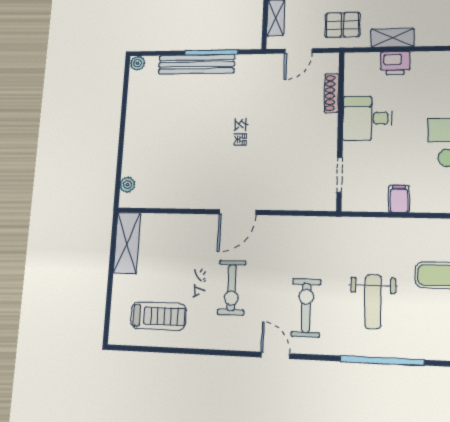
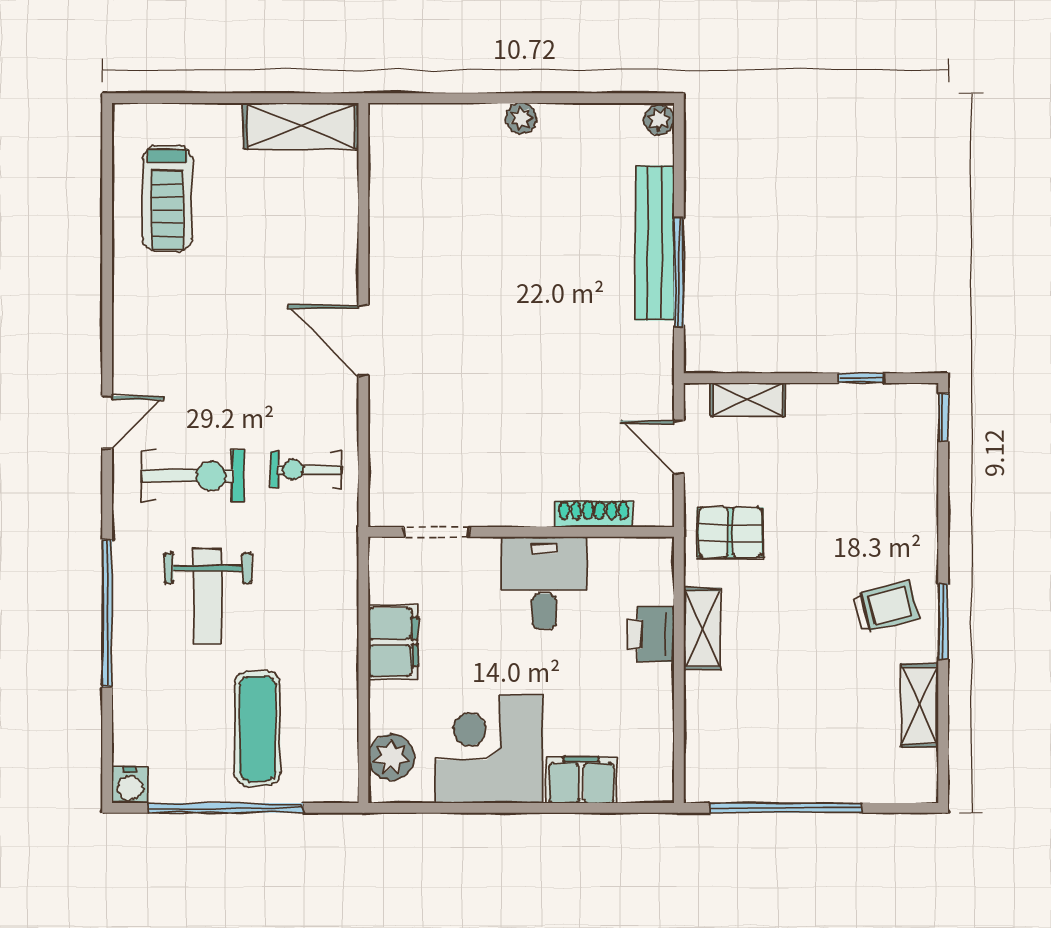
pallet: (343, 25) -> (730, 532), turned 90
plant: (128, 185) -> (521, 118), moved
filing cabinet: (399, 199) -> (393, 642), width x2.00
exercise bike: (232, 288) -> (306, 470), moved, width x0.73, depth x0.72
weight bench: (373, 302) -> (208, 597), turned -90

